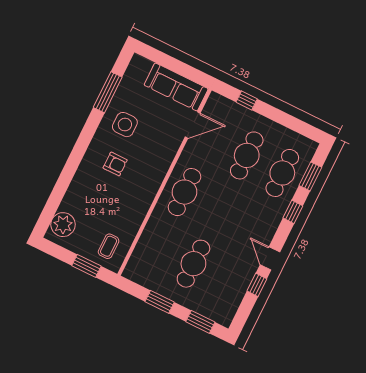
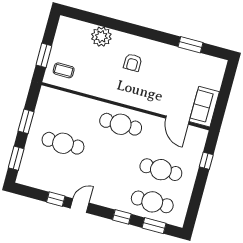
sofa: (176, 87) -> (204, 107), width x0.73
window: (108, 92) -> (191, 45), width x0.69
side table: (125, 125) -> (167, 64), removed
plant: (63, 225) -> (101, 37), moved

